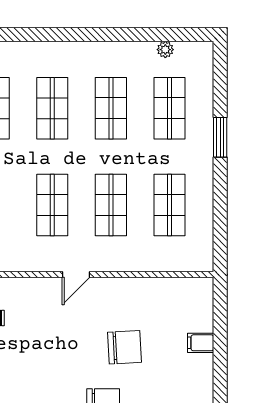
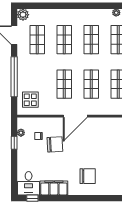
door: (76, 275) -> (75, 116), width x1.87
chair: (125, 347) -> (55, 144), moved

